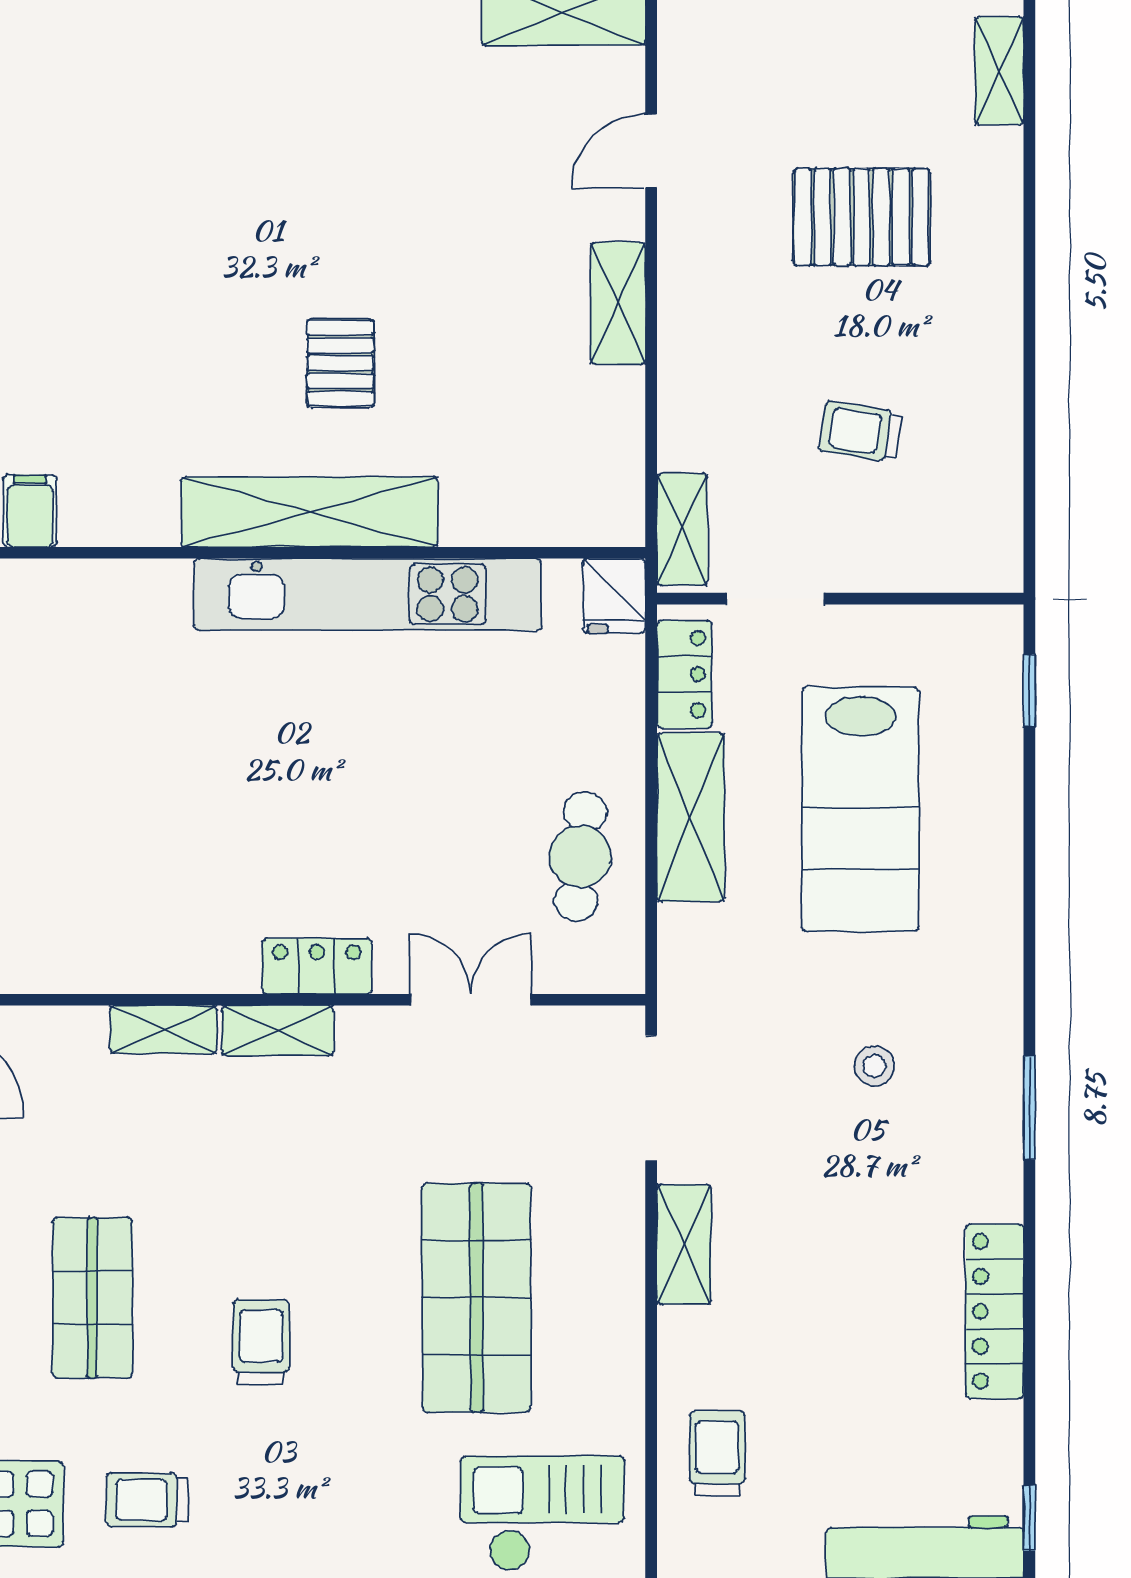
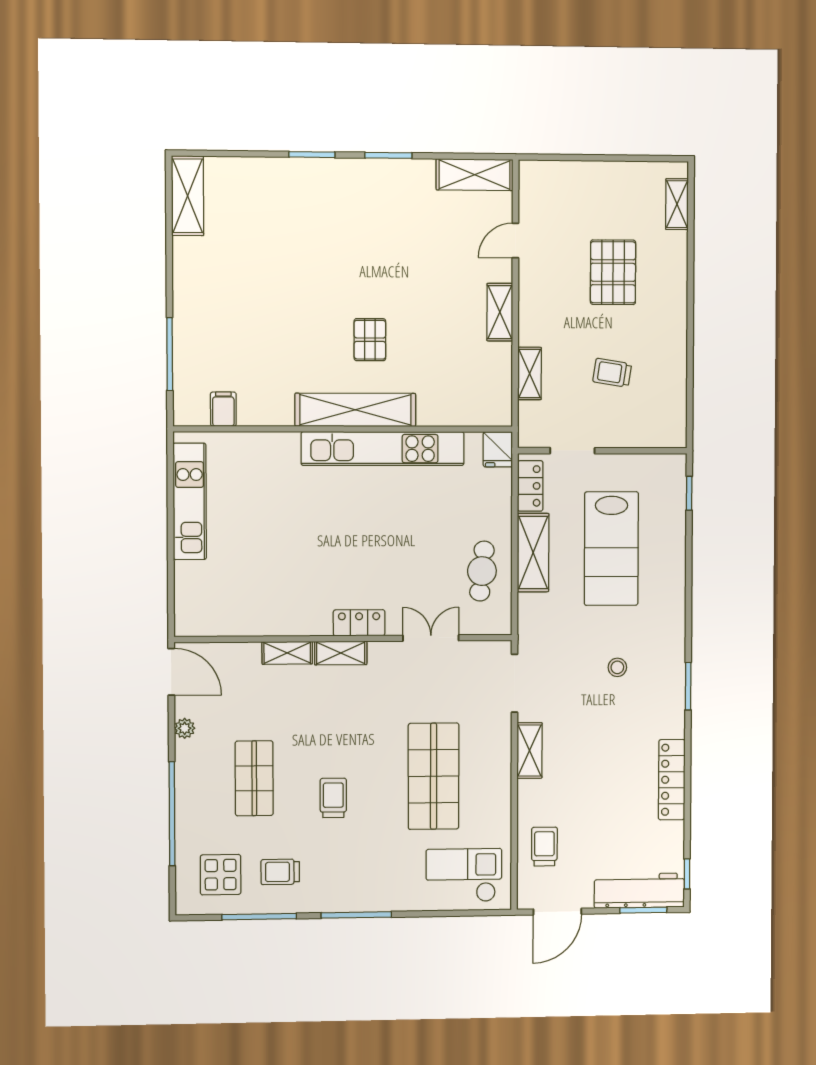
pallet: (862, 217) -> (613, 272), turned 90
shelving: (682, 529) -> (530, 373), moved

